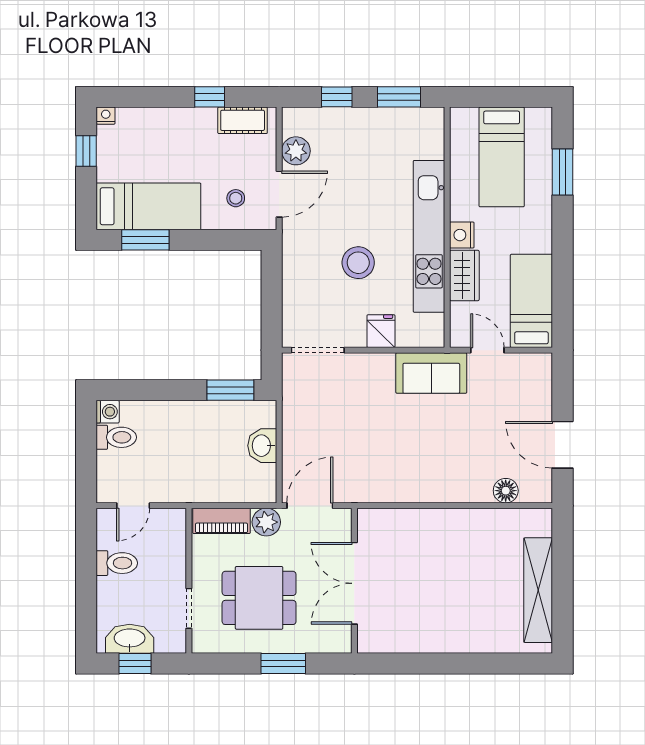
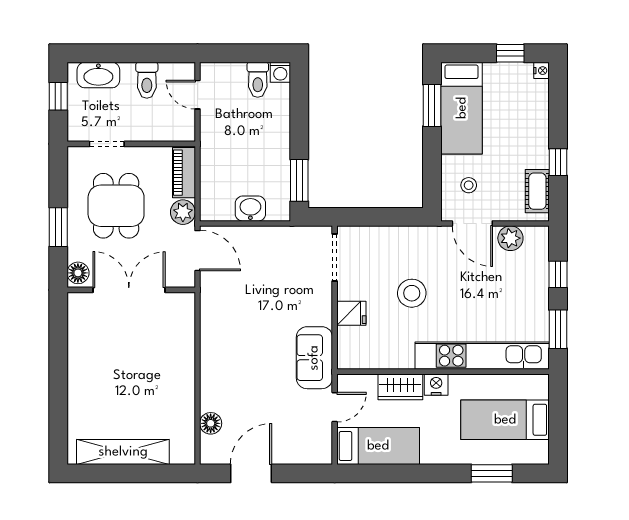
kitchen unit: (429, 236) -> (482, 356), moved
washbasin: (130, 639) -> (98, 75), moved, turned 90
floor lamp: (335, 641) -> (78, 273), added

